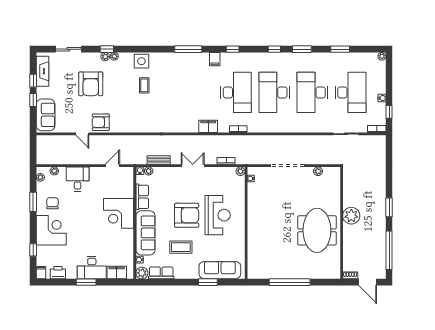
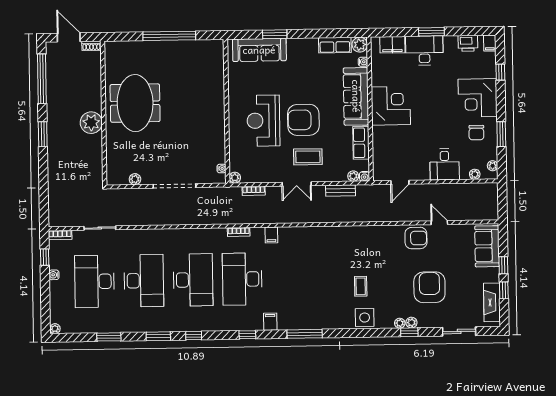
filing cabinet: (208, 126) -> (271, 235), width x0.50
corner desk: (119, 213) -> (391, 106), moved
coffee table: (181, 247) -> (308, 157), moved

